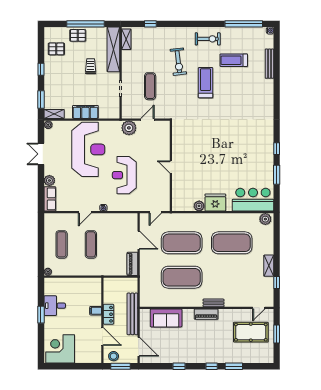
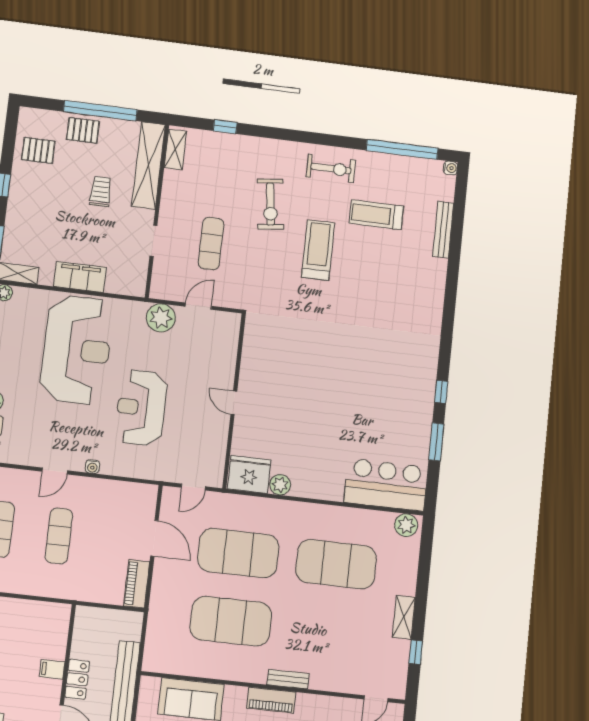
fridge: (215, 203) -> (249, 474), moved

